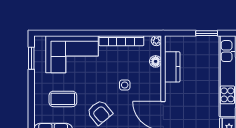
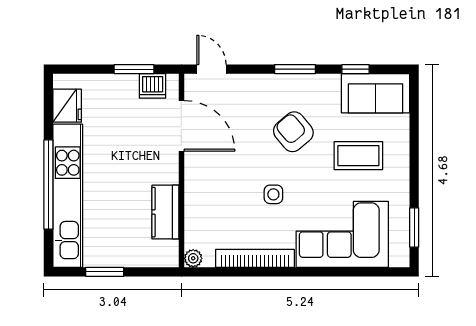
floor lamp: (156, 61) -> (195, 222), removed
side table: (125, 85) -> (273, 194), moved

